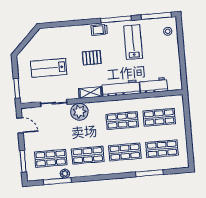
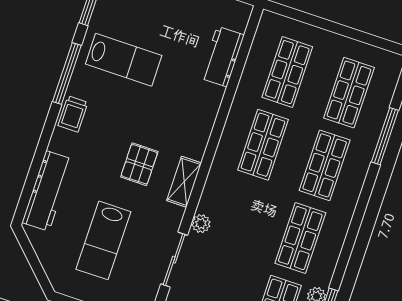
lab bench: (133, 42) -> (124, 60), turned 180
pallet: (92, 58) -> (139, 164), moved
workbench: (121, 88) -> (47, 191), moved, turned 180
plant: (79, 112) -> (201, 224), width x0.53, depth x0.53

